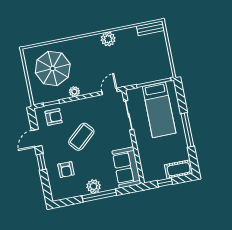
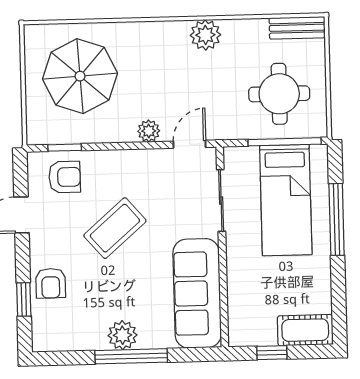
round table: (147, 61) -> (279, 94), added
plant: (74, 92) -> (149, 131), moved
window: (187, 130) -> (337, 219), moved
window: (41, 162) -> (24, 299), moved
sofa: (126, 167) -> (197, 293), width x1.36
armchair: (66, 170) -> (51, 283), moved

